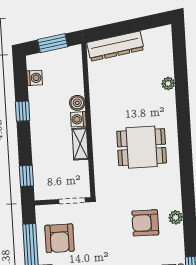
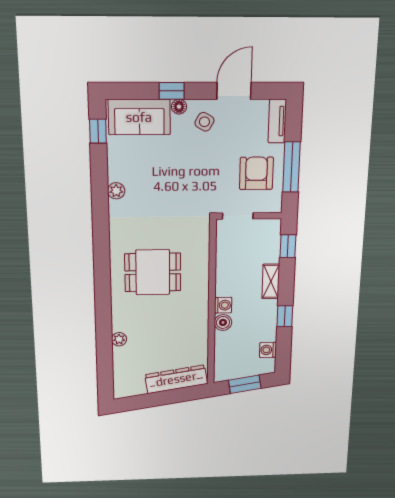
shelving: (80, 144) -> (271, 281), moved
armchair: (145, 223) -> (153, 186), removed

